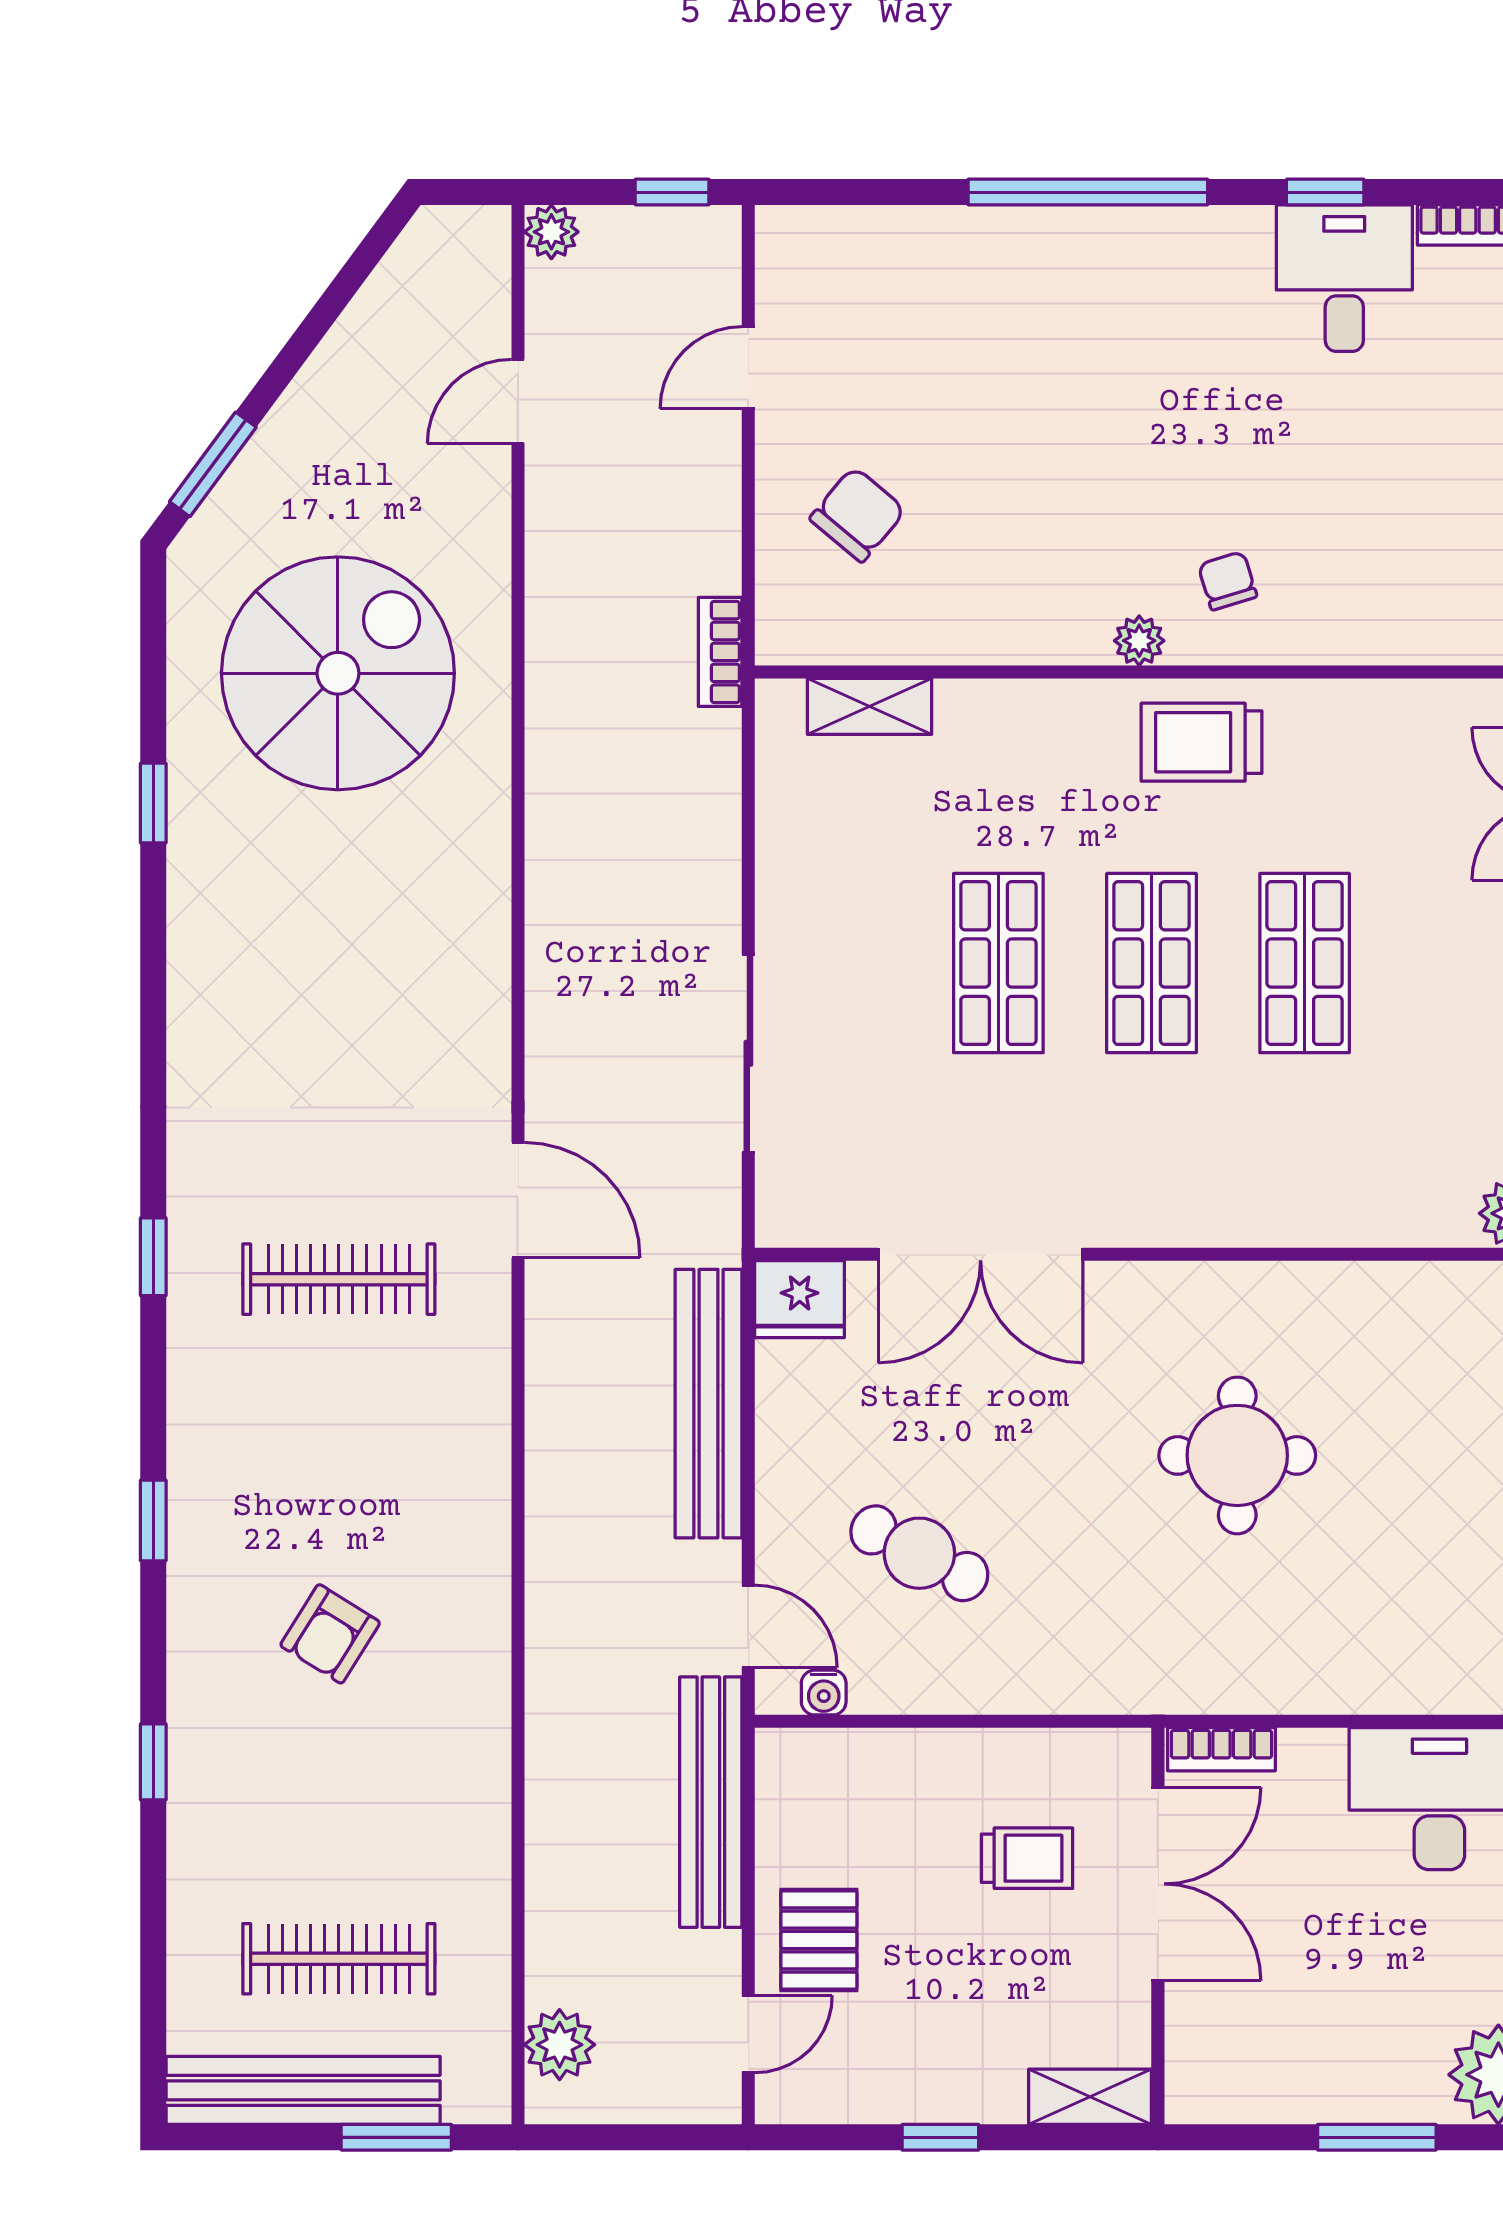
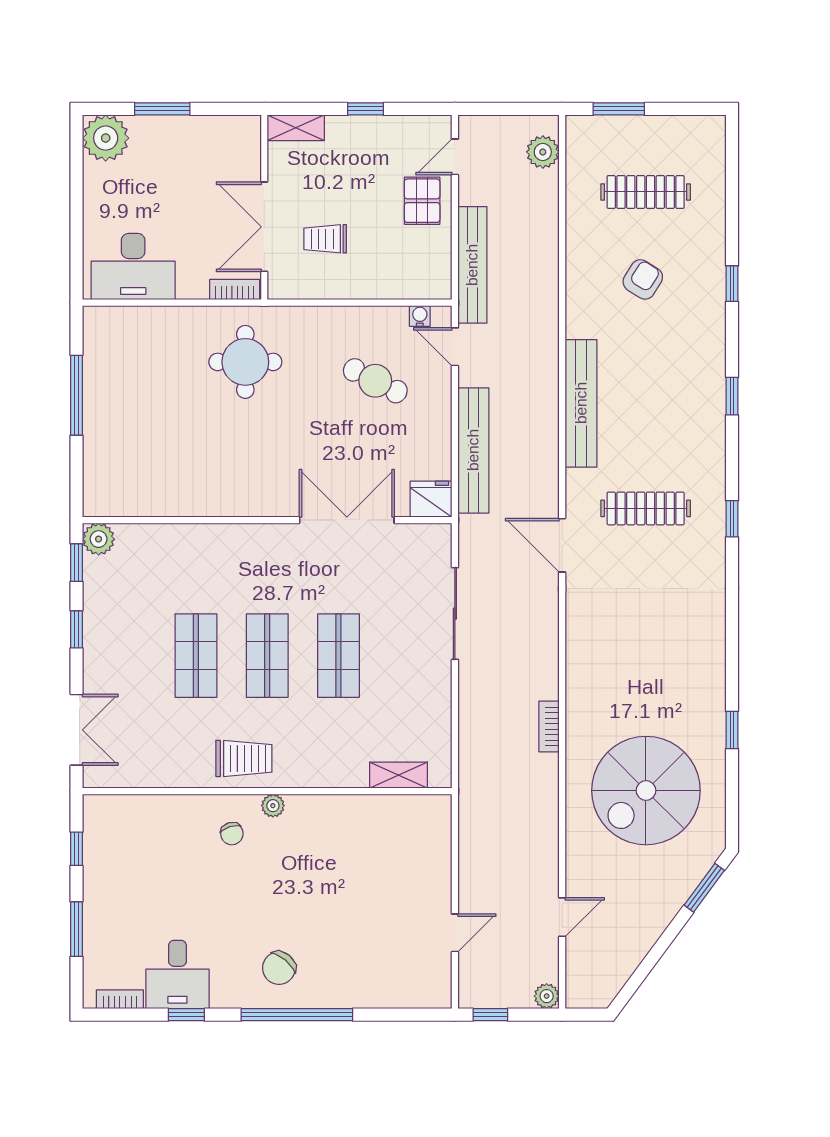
chair: (858, 514) -> (279, 968), moved
bookcase: (720, 652) -> (549, 727), moved, turned 180
round table: (1237, 1455) -> (245, 362), moved
armchair: (330, 1634) -> (643, 279), moved
bench: (303, 2090) -> (581, 403), moved, turned 90

